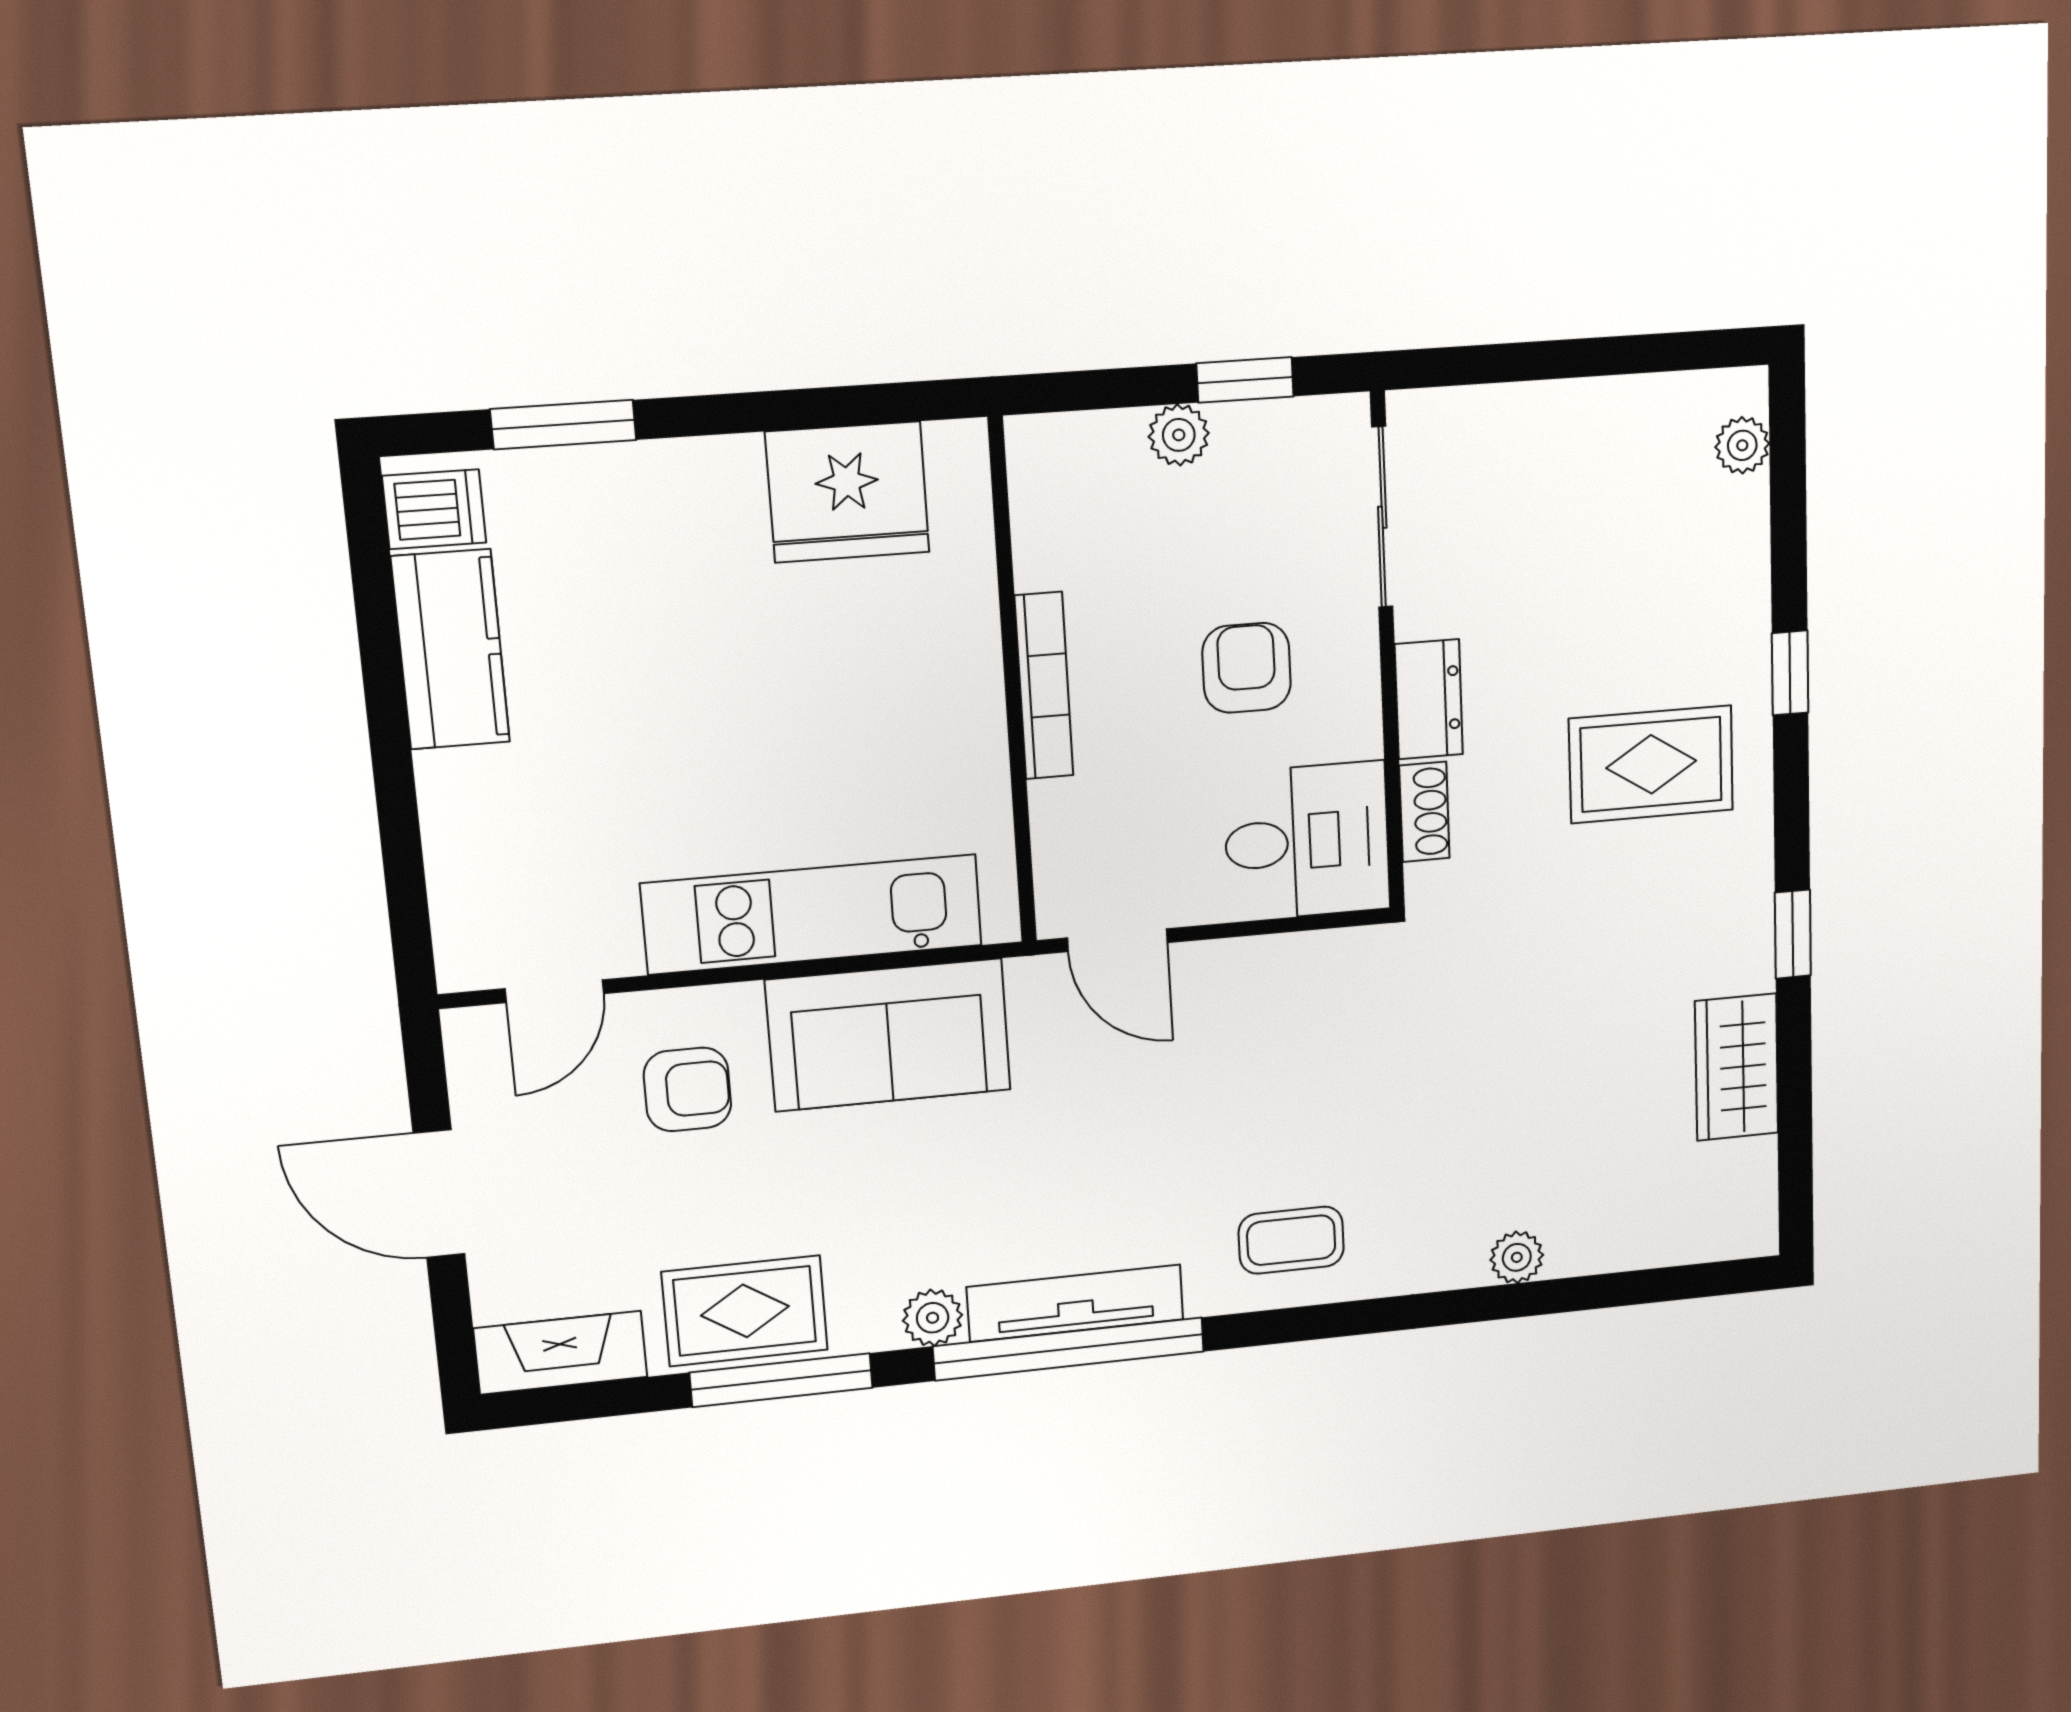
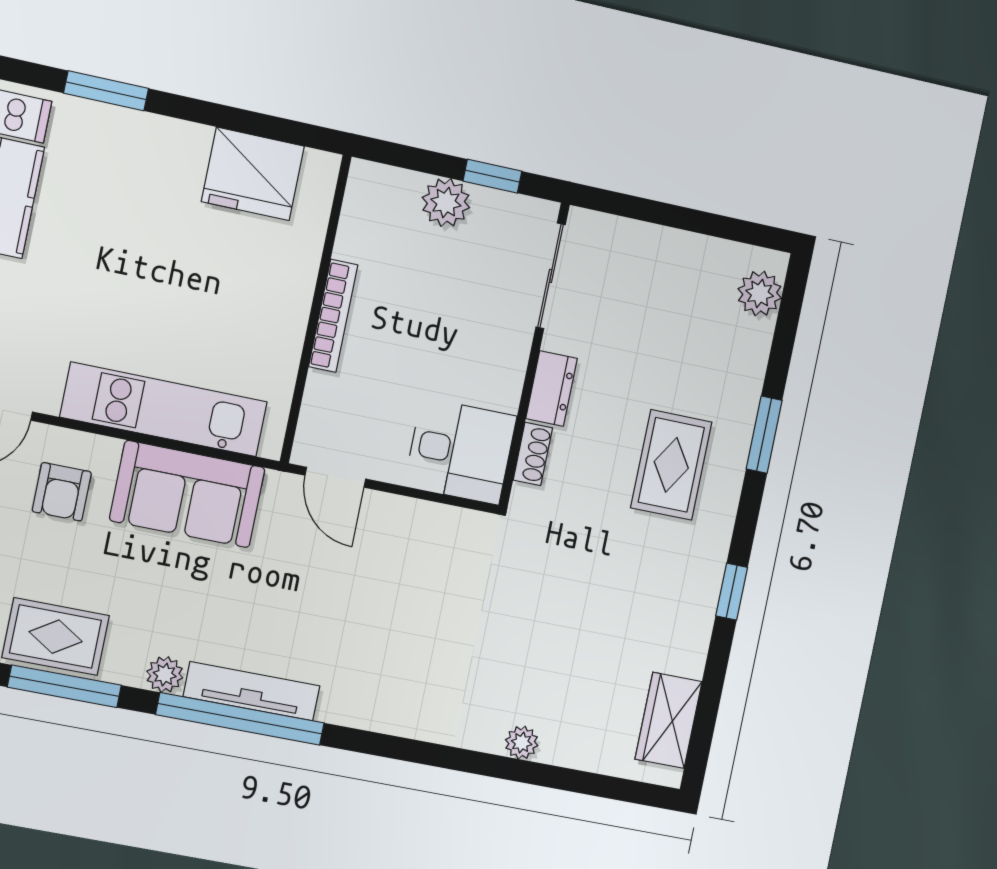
plant: (1179, 435) -> (446, 203), width x1.38, depth x1.38
plant: (1742, 445) -> (760, 293), width x1.38, depth x1.38
armchair: (1247, 668) -> (451, 339), removed
window: (1790, 673) -> (764, 435), width x1.50
rug: (1651, 764) -> (671, 465), turned 90
wardrobe: (1737, 1067) -> (669, 720), moved
armchair: (687, 1089) -> (62, 492), turned 90
coffee table: (1291, 1240) -> (390, 691), removed

